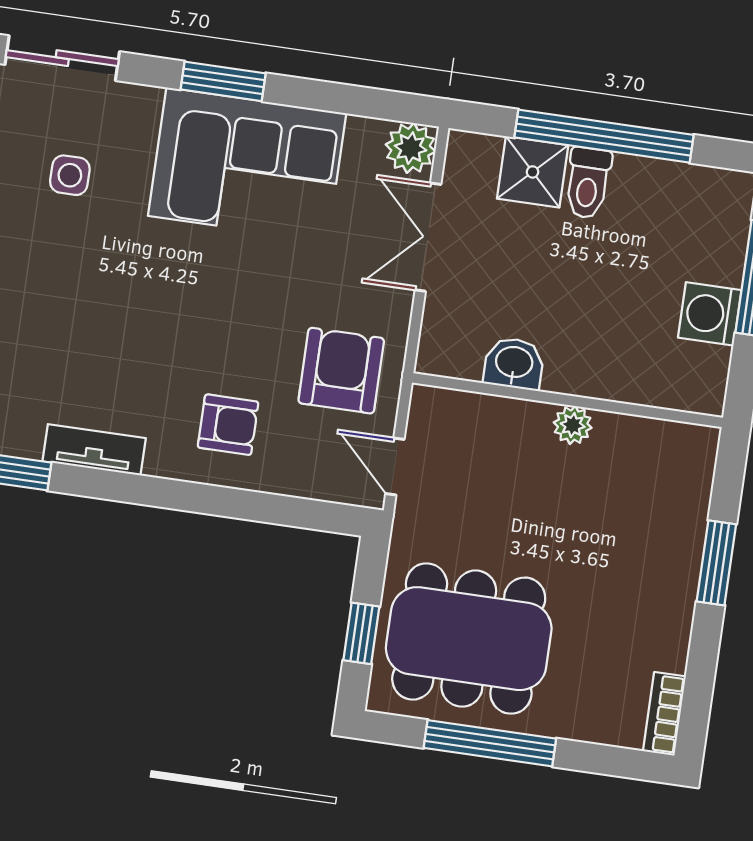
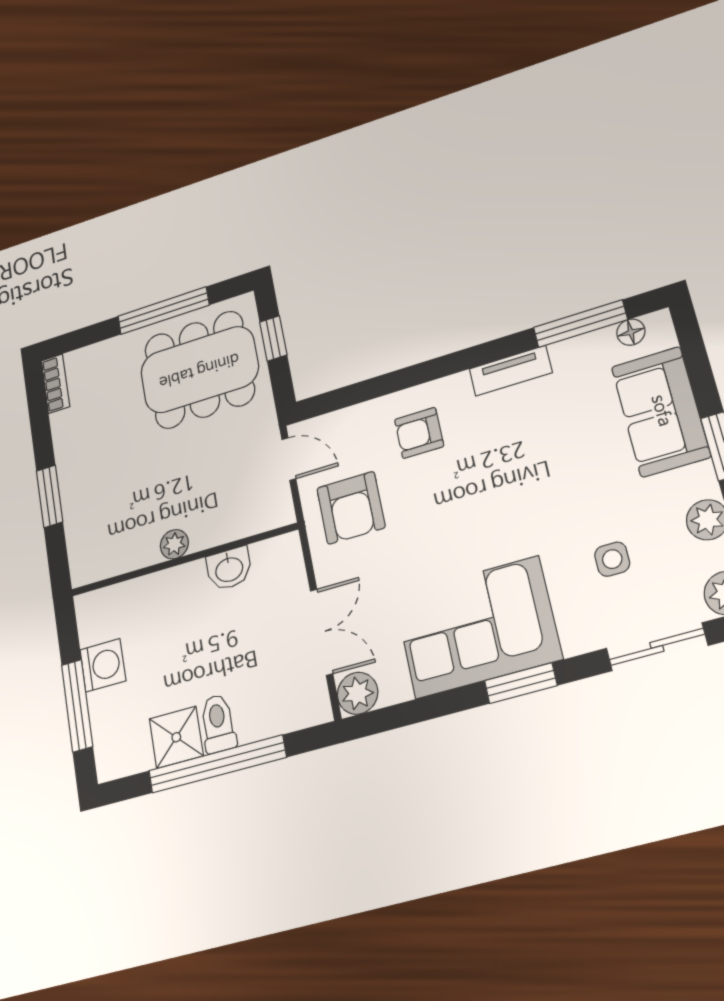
shower: (533, 172) -> (176, 737), moved

